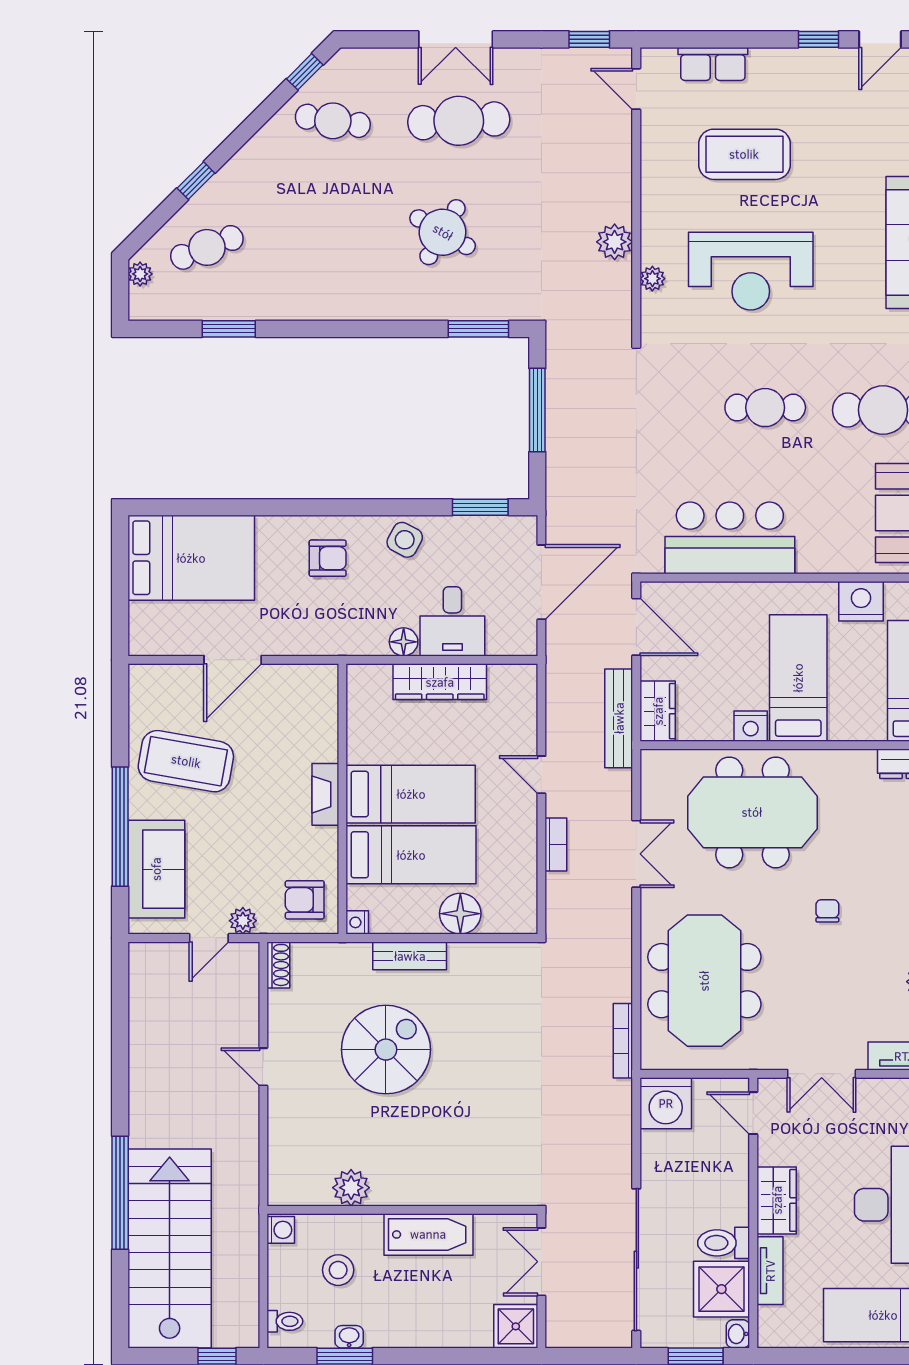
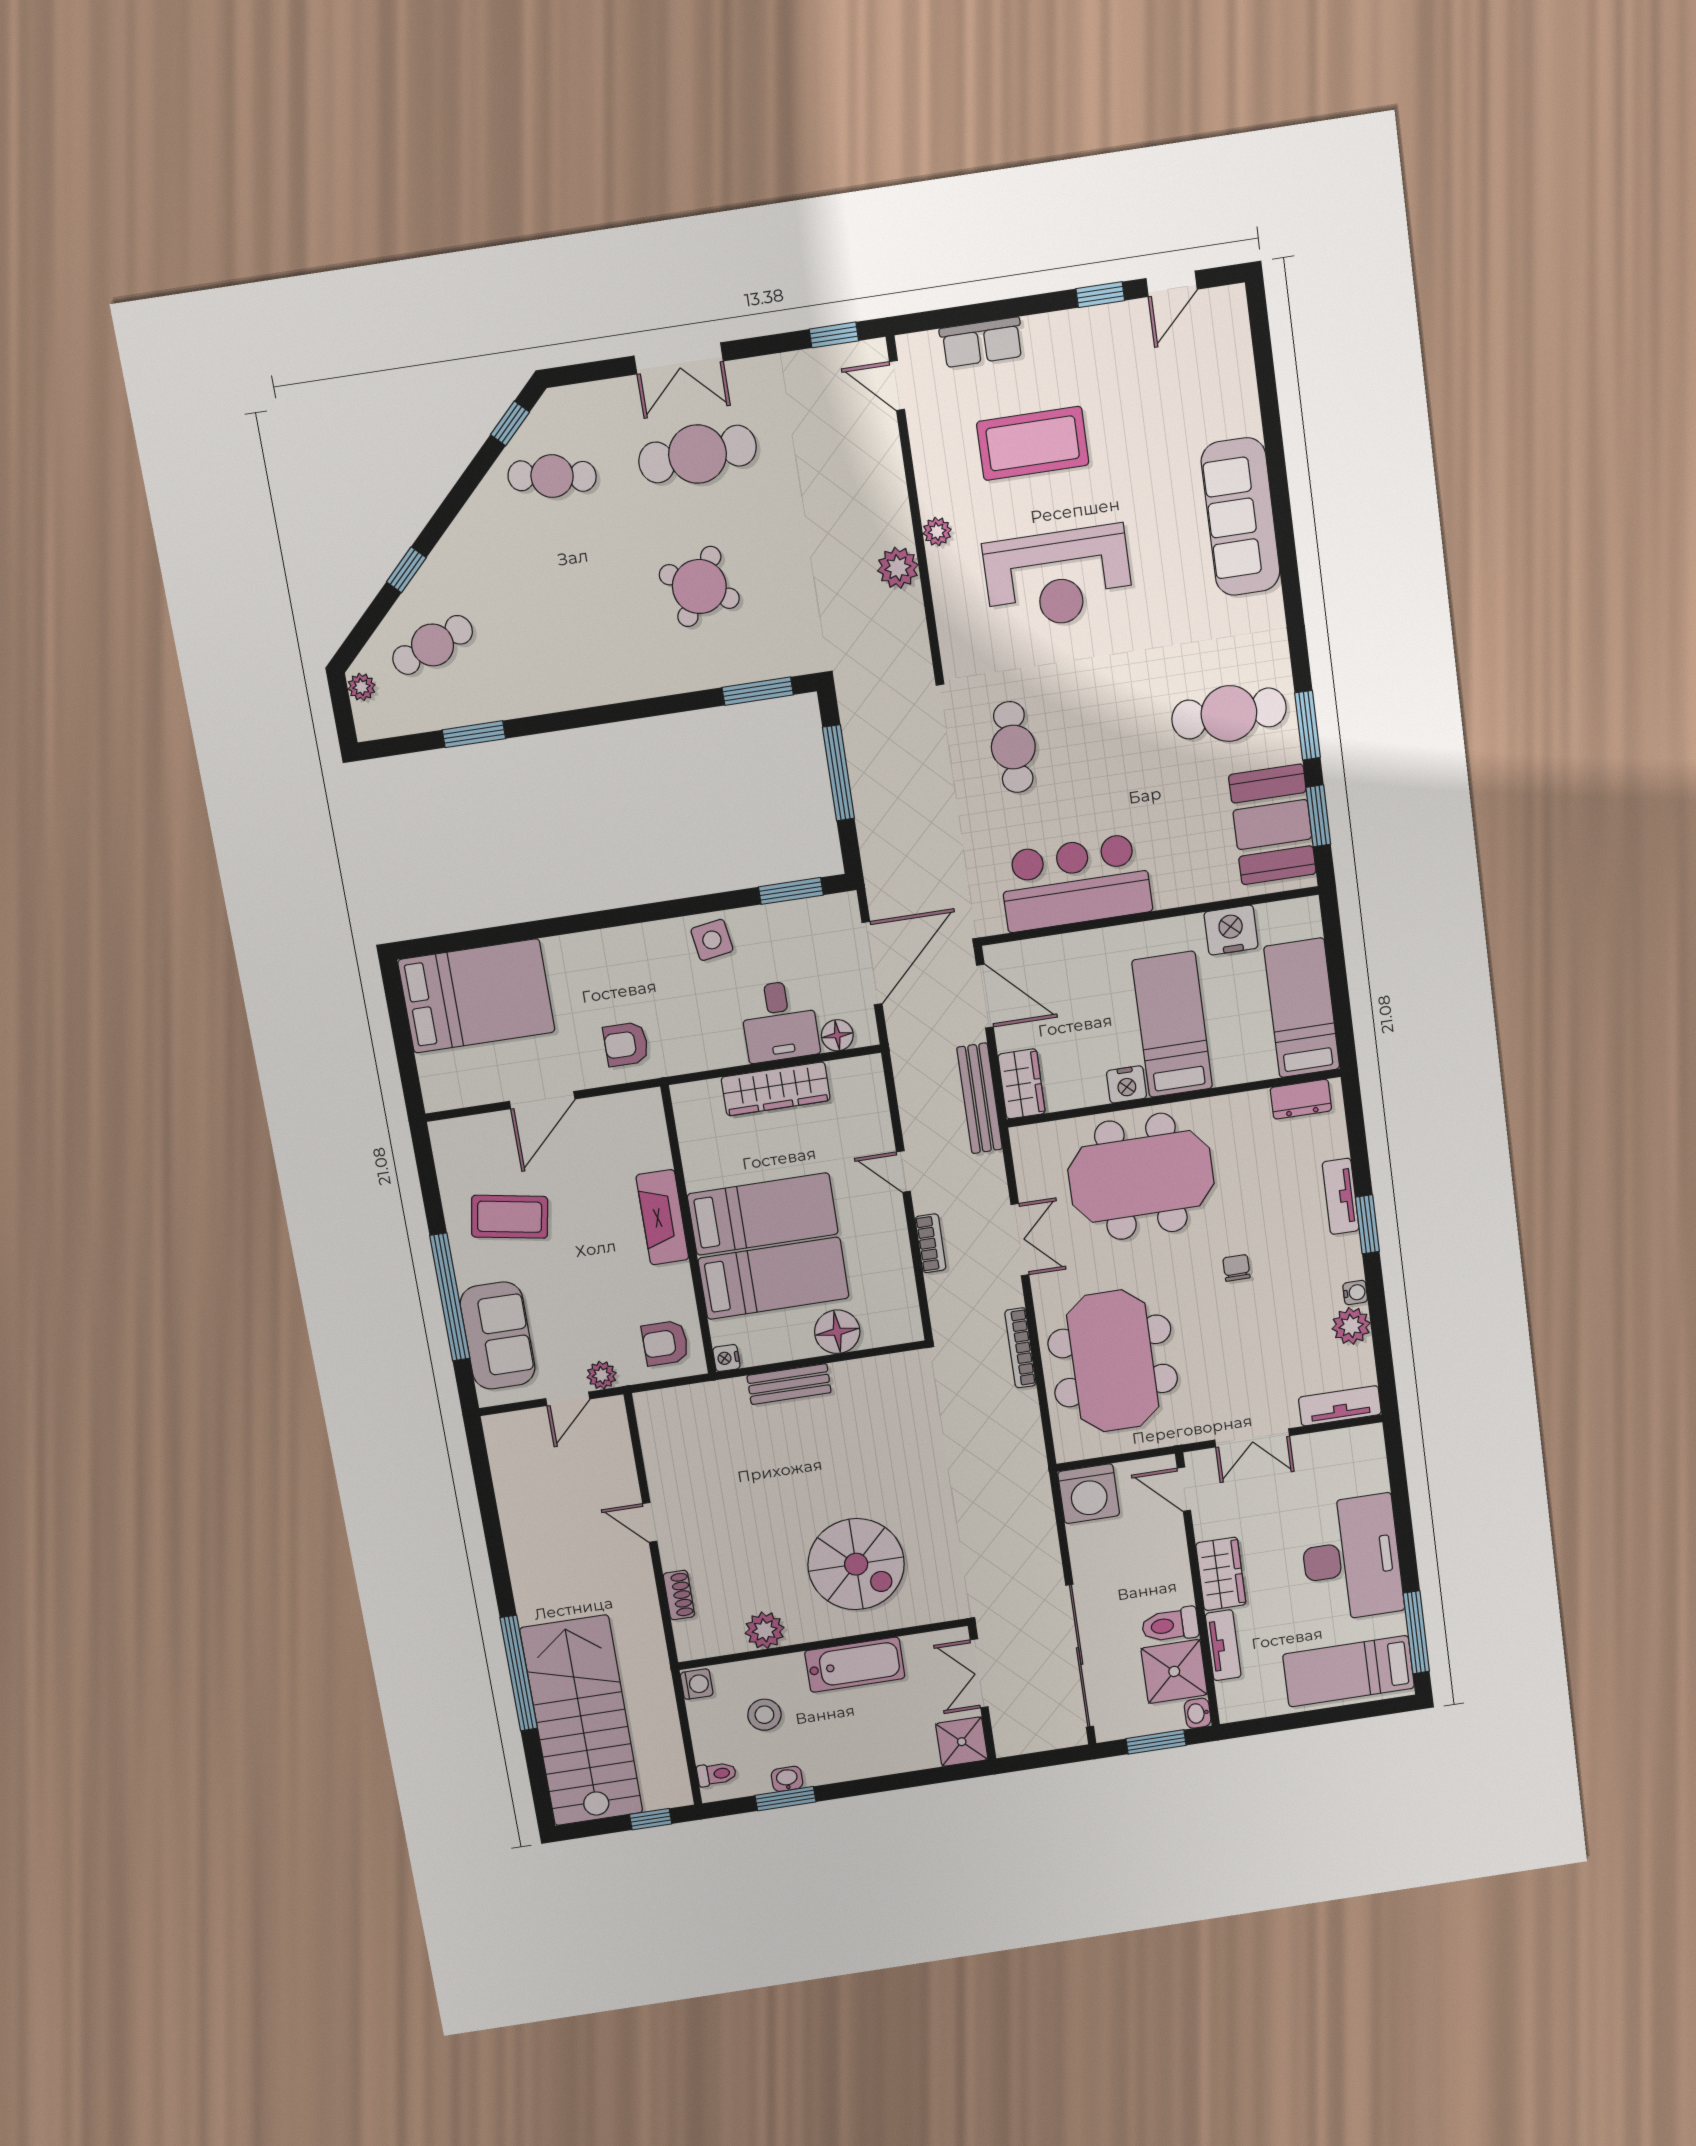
plant: (652, 279) -> (937, 532), moved
cafe table: (765, 408) -> (1013, 747), moved, turned 90
side table: (405, 540) -> (712, 940), turned -37
armchair: (328, 558) -> (626, 1044), moved, turned 180
floor lamp: (404, 642) -> (837, 1035), moved
coffee table: (186, 761) -> (510, 1217), width x0.73, depth x0.76
fireplace: (325, 794) -> (662, 1217), width x1.37, depth x1.32
shoe rack: (278, 965) -> (679, 1595), moved
bookcase: (623, 1041) -> (1021, 1348), moved
spiral stairs: (386, 1050) -> (856, 1564), moved, turned 90

